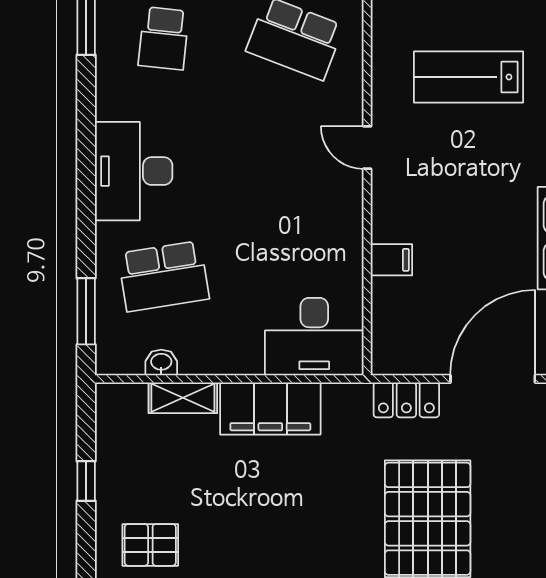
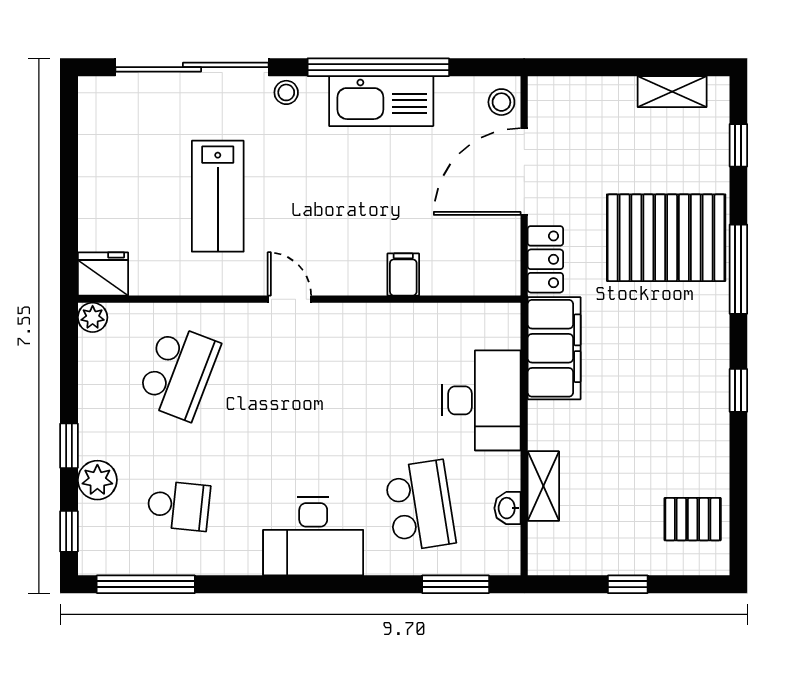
door: (367, 148) -> (289, 299), swing flipped
desk: (314, 337) -> (481, 400), moved
door: (493, 379) -> (524, 172), hinge flipped
filing cabinet: (270, 408) -> (554, 348), moved
pallet: (150, 545) -> (693, 519), turned 90

